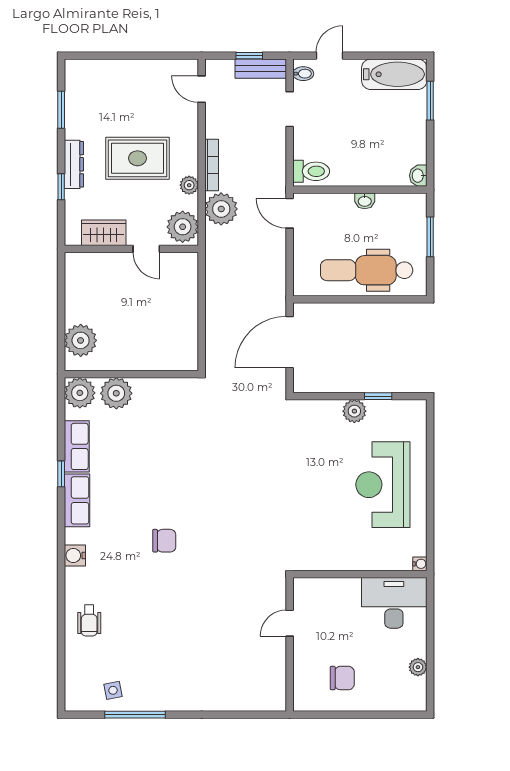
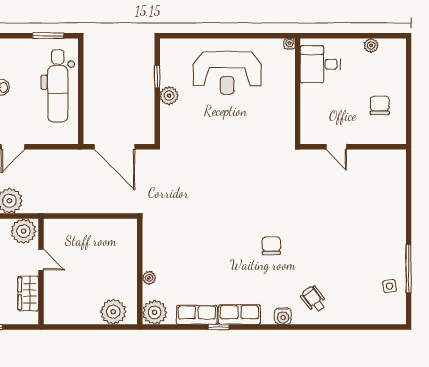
window: (430, 237) -> (48, 36), moved
door: (146, 249) -> (41, 260), hinge flipped
plant: (116, 393) -> (149, 278), width x0.53, depth x0.53
desk: (394, 603) -> (320, 64), width x0.73
wheelchair: (89, 620) -> (314, 299), moved, turned -127

